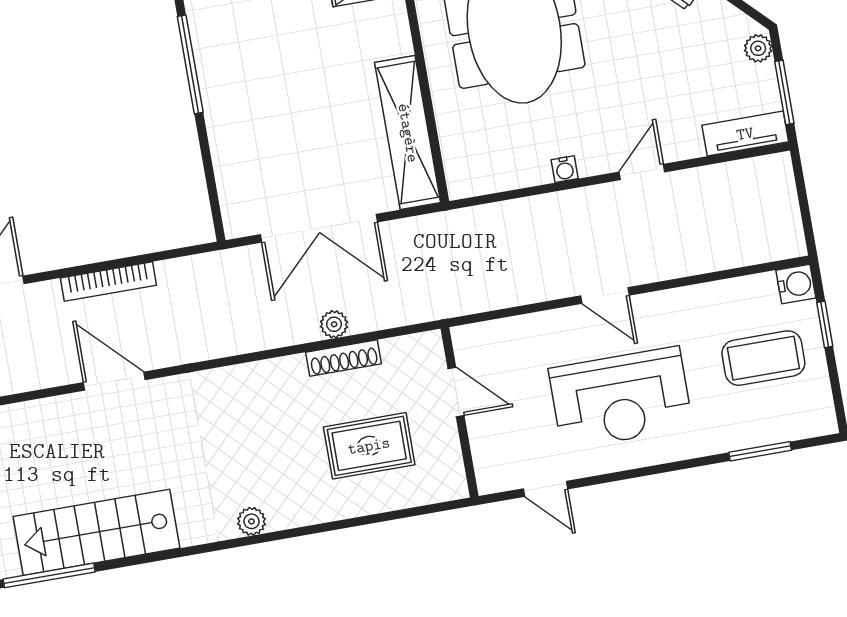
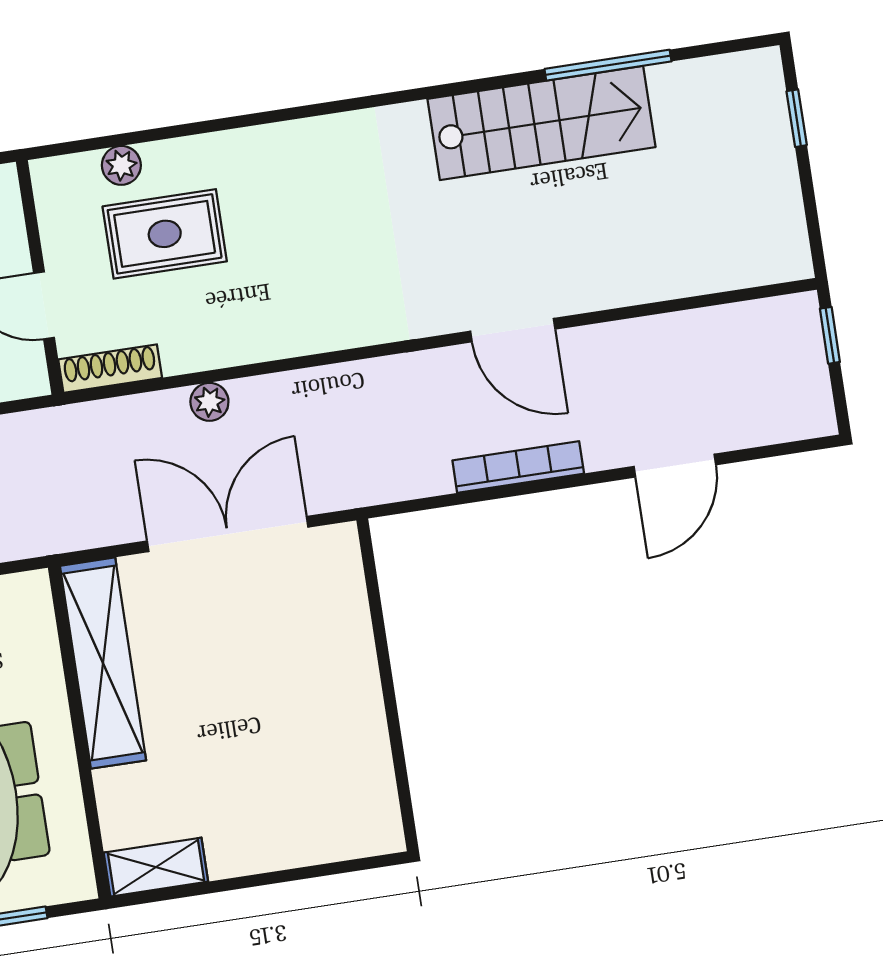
window: (190, 64) -> (399, 763), removed
shoe rack: (344, 358) -> (110, 369), moved
plant: (251, 521) -> (121, 165), moved

